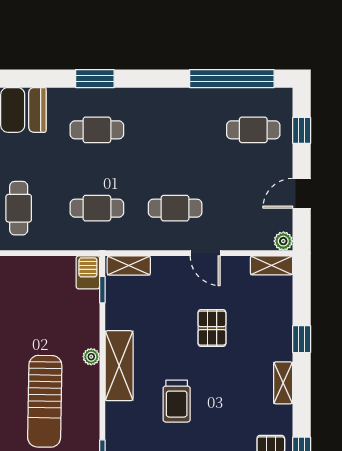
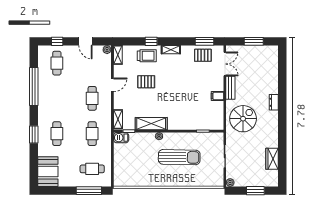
window: (232, 79) -> (34, 87), moved
shelving: (119, 366) -> (151, 124), moved
trolley: (177, 401) -> (147, 56), moved

